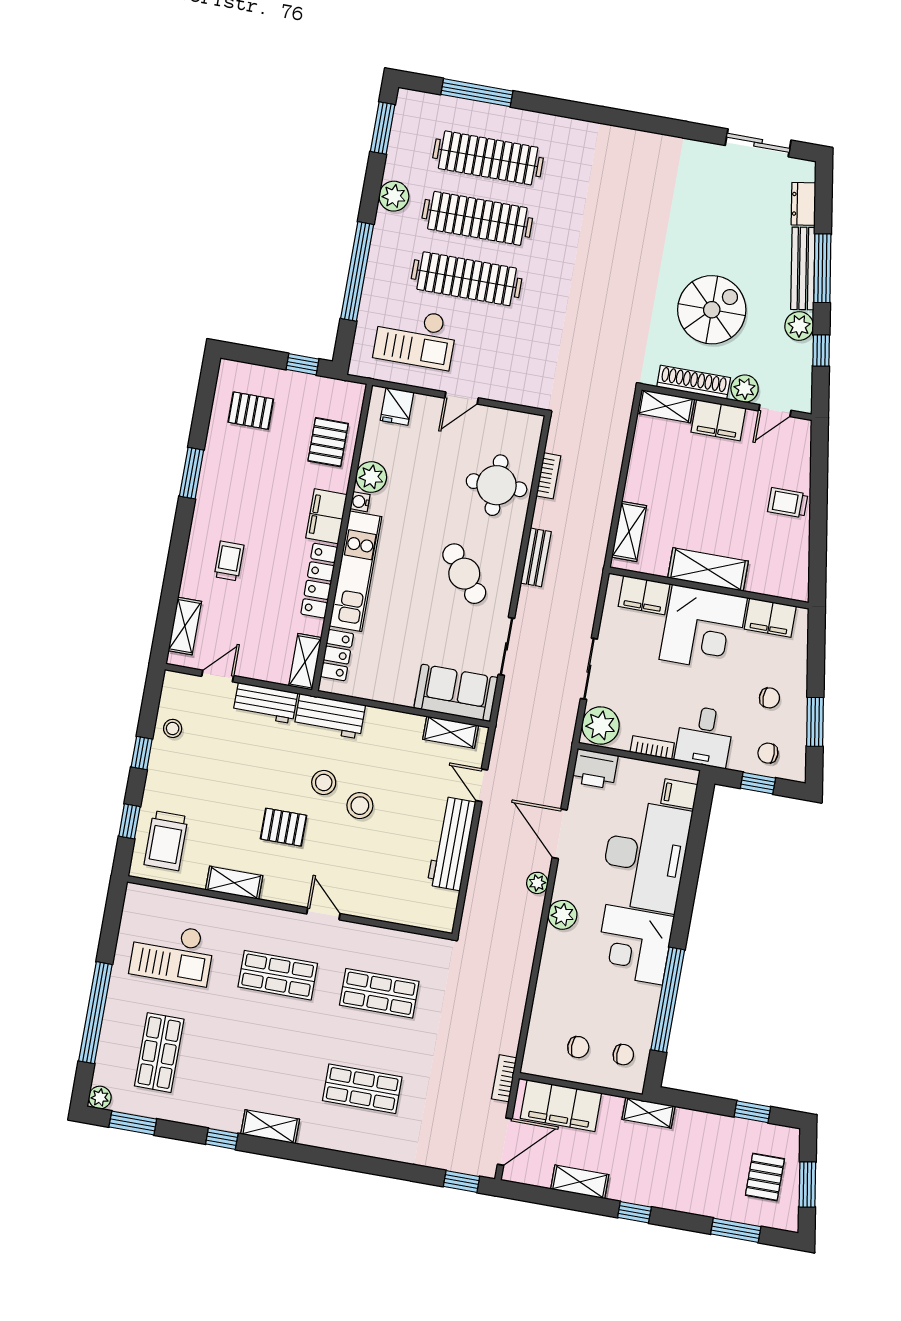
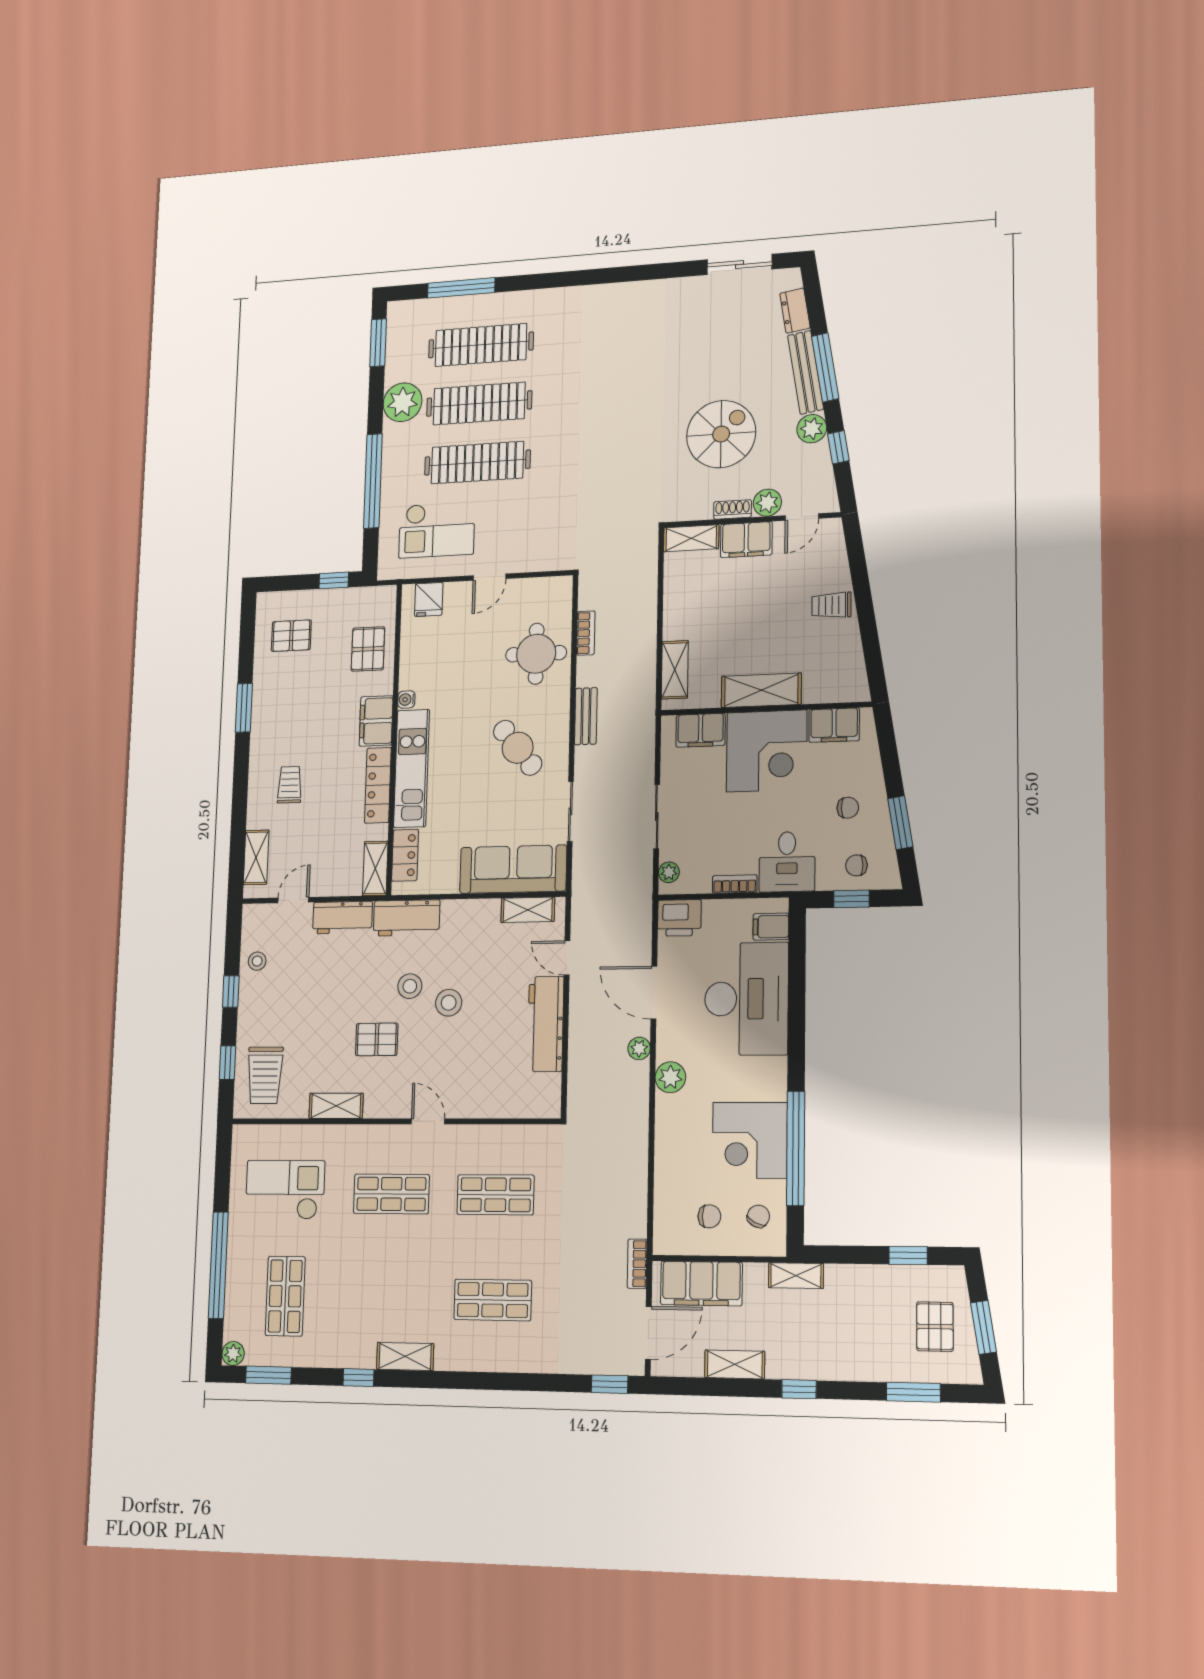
plant: (394, 196) -> (403, 402), width x1.36, depth x1.36
shoe rack: (694, 382) -> (733, 509), width x0.51, depth x0.81
plant: (371, 477) -> (414, 673), removed
sofa: (456, 693) -> (513, 869), width x1.36
plant: (601, 725) -> (669, 872), width x0.53, depth x0.53
corner desk: (634, 945) -> (750, 1140), moved
checkout: (172, 953) -> (285, 1190), turned 180
chair: (623, 1055) -> (758, 1216), turned -63

